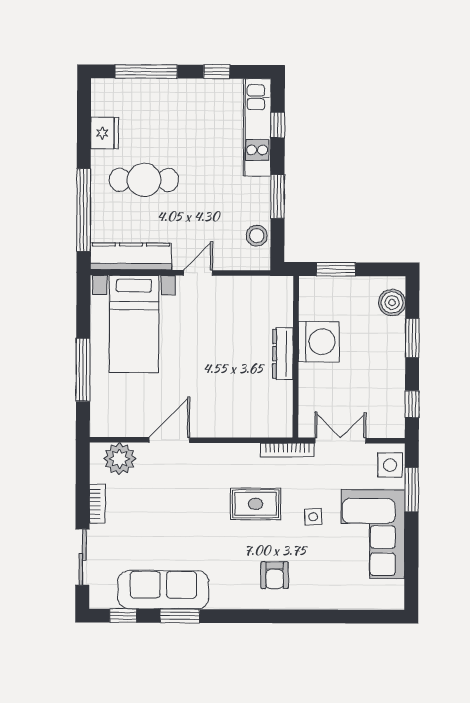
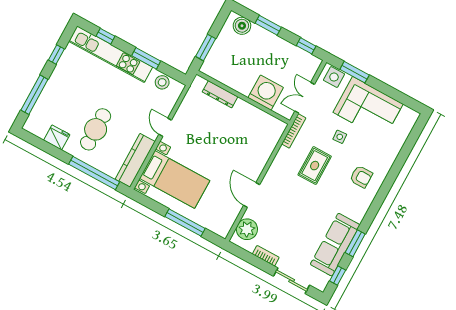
kitchen unit: (257, 128) -> (111, 54), width x1.36
washing machine: (319, 342) -> (266, 93), moved
dresser: (283, 354) -> (220, 94), moved

